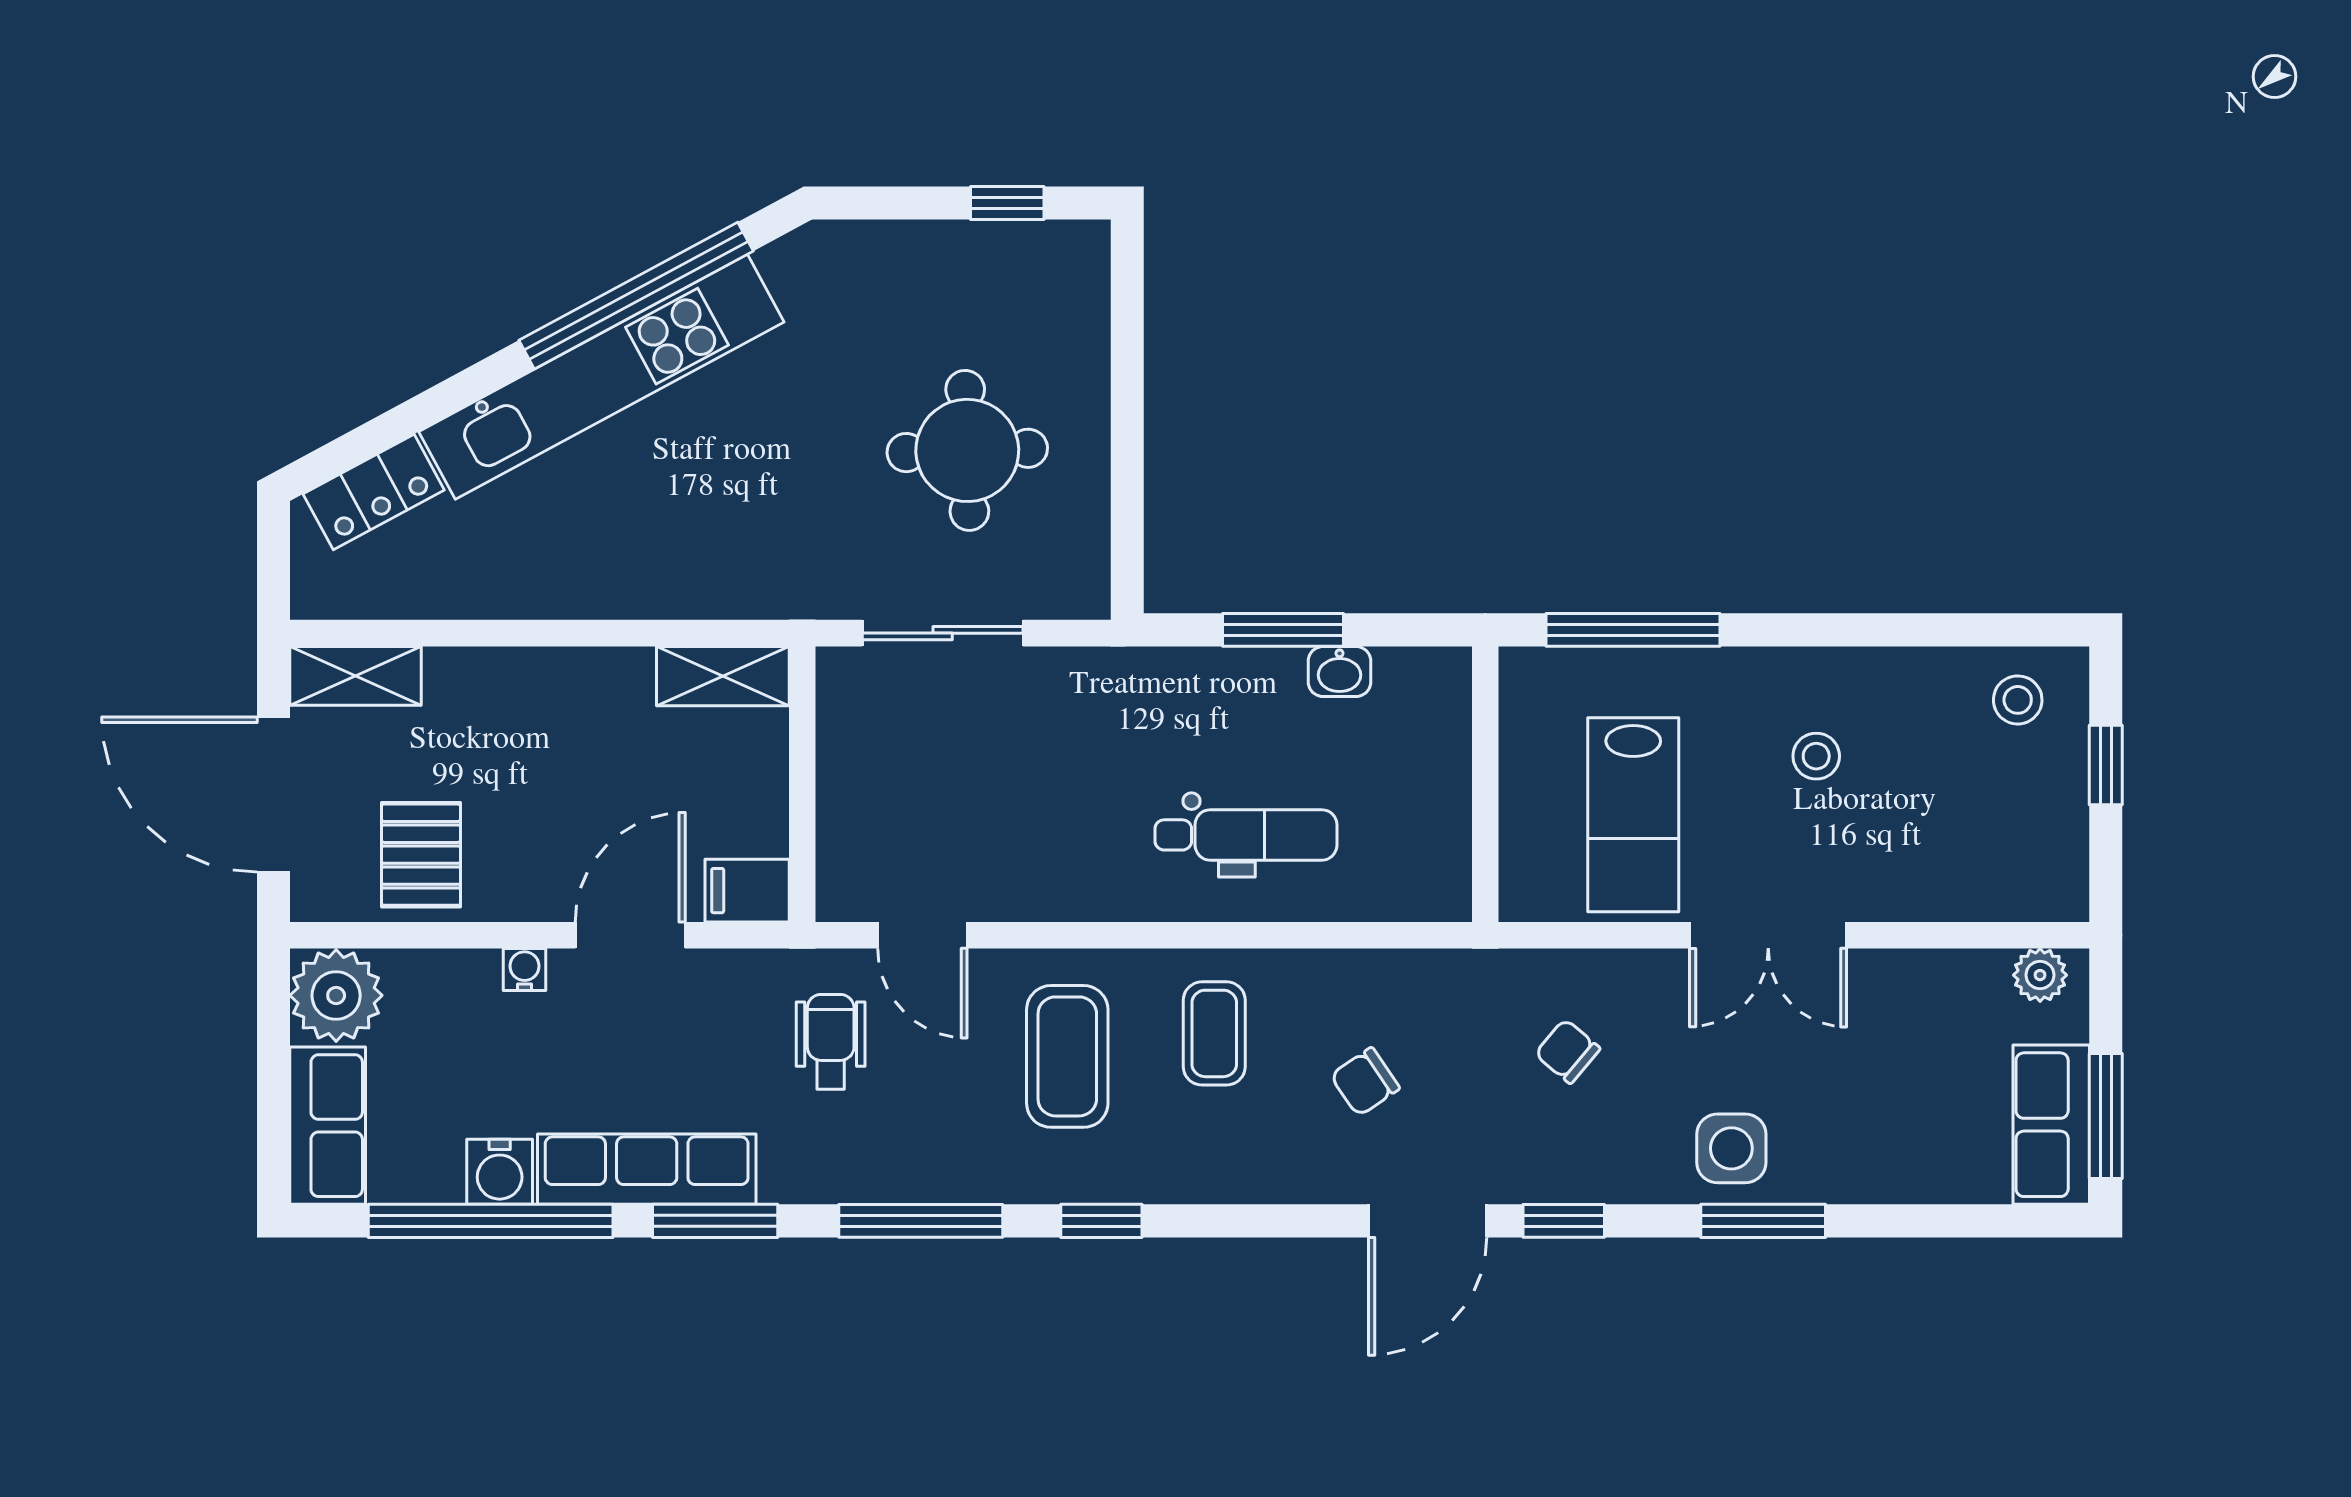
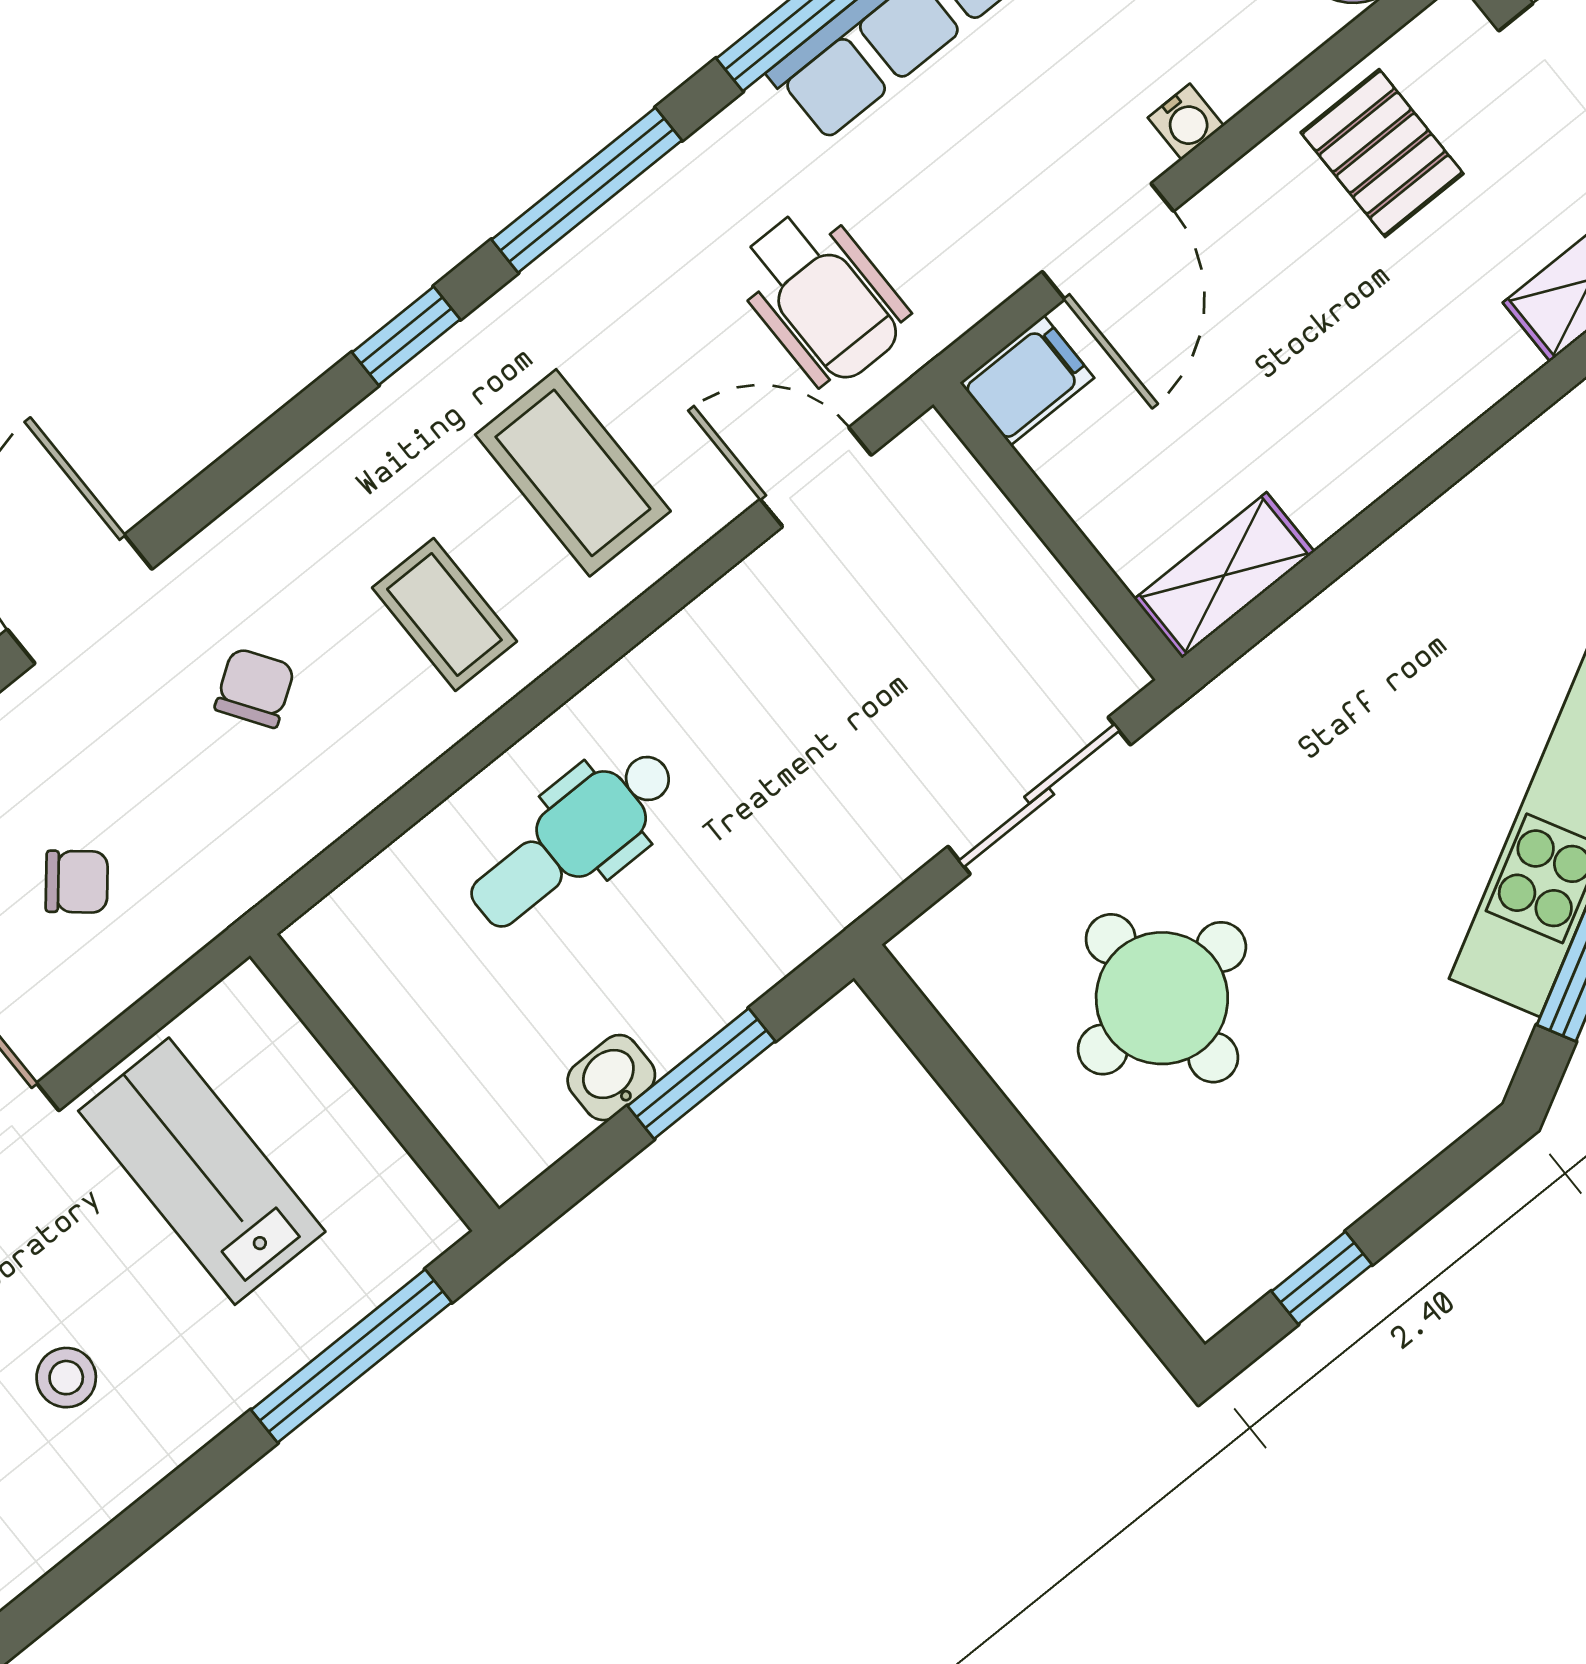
wheelchair: (831, 1042) -> (821, 297), width x1.36, depth x1.37

